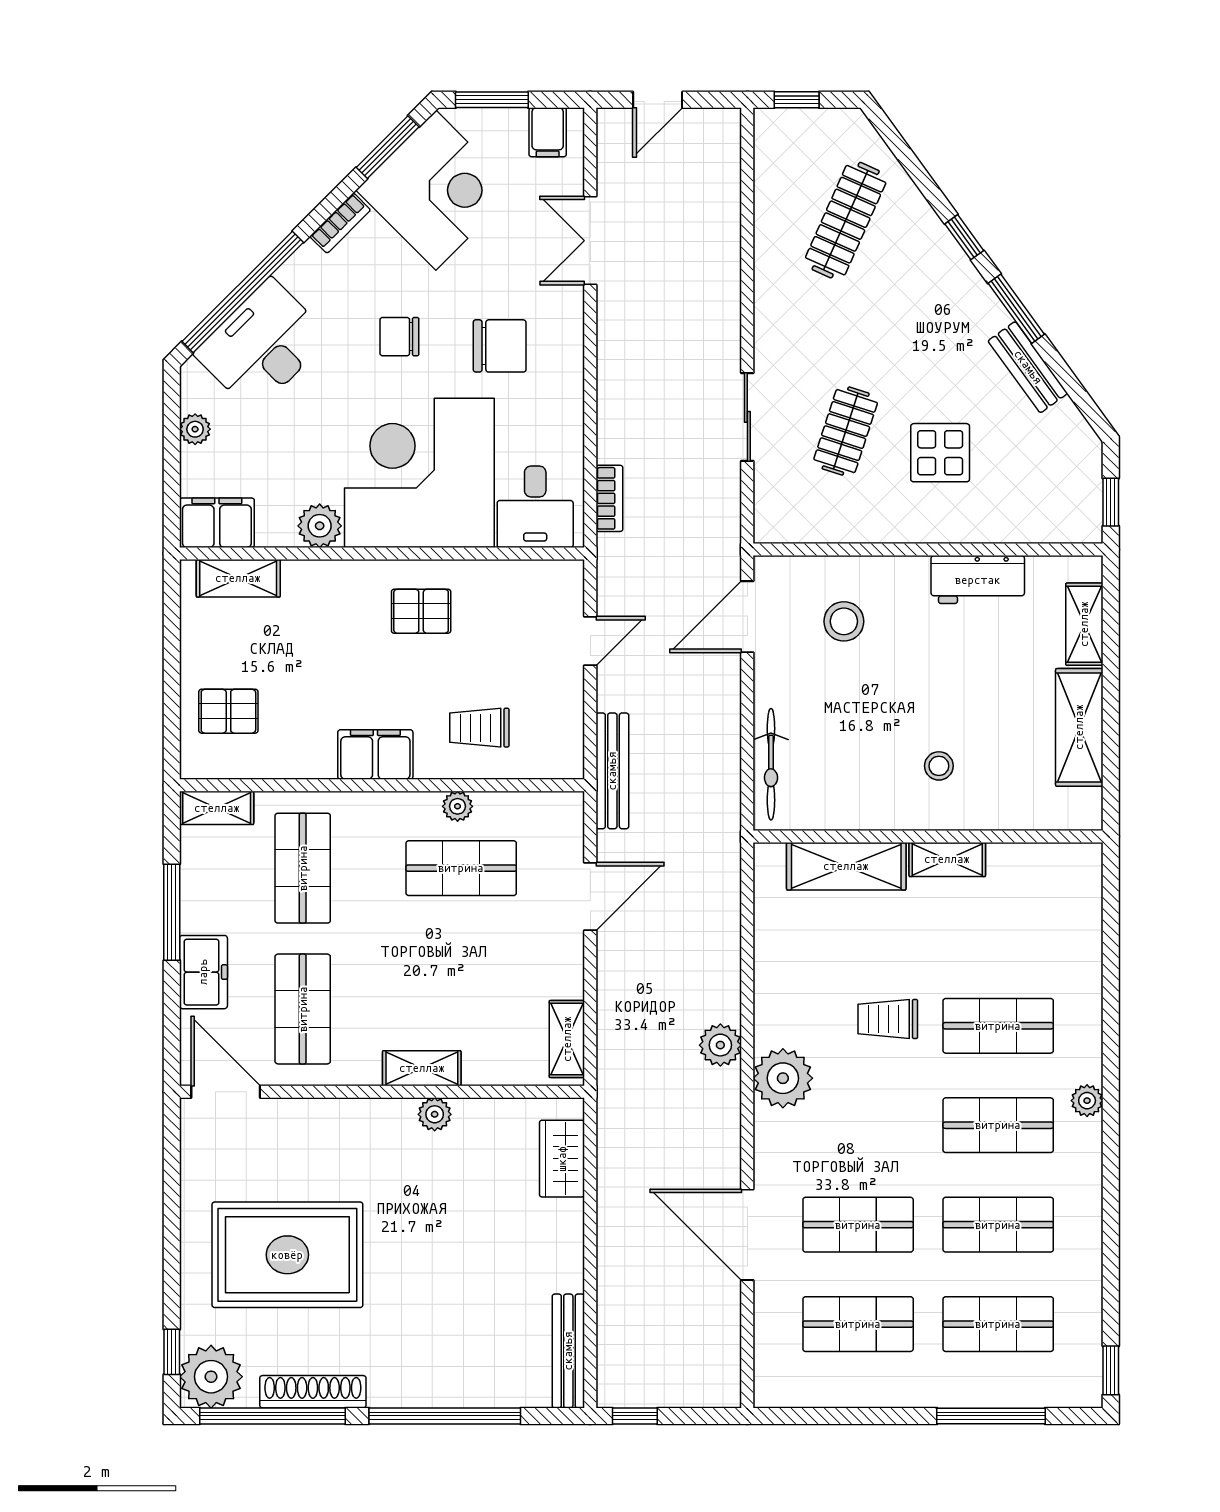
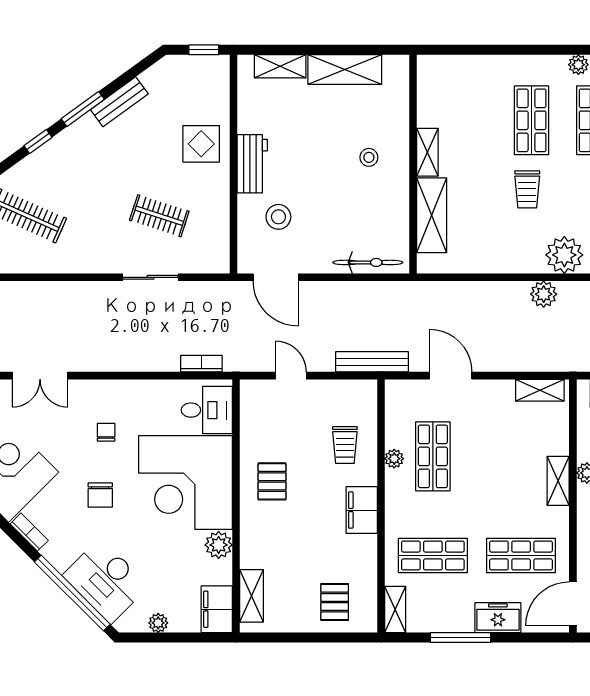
chair: (500, 346) -> (106, 432), width x0.54, depth x0.54
display table: (940, 453) -> (201, 144), moved
workbench: (978, 580) -> (252, 164), moved

